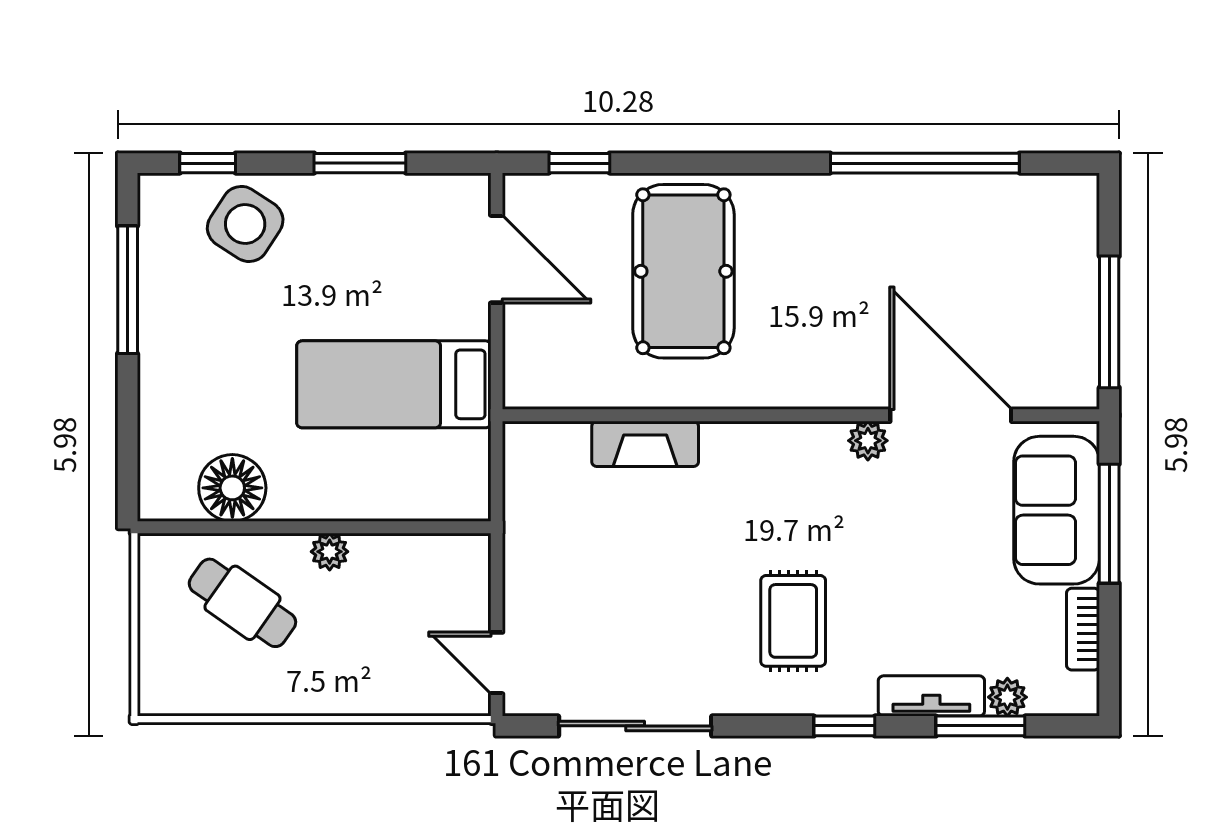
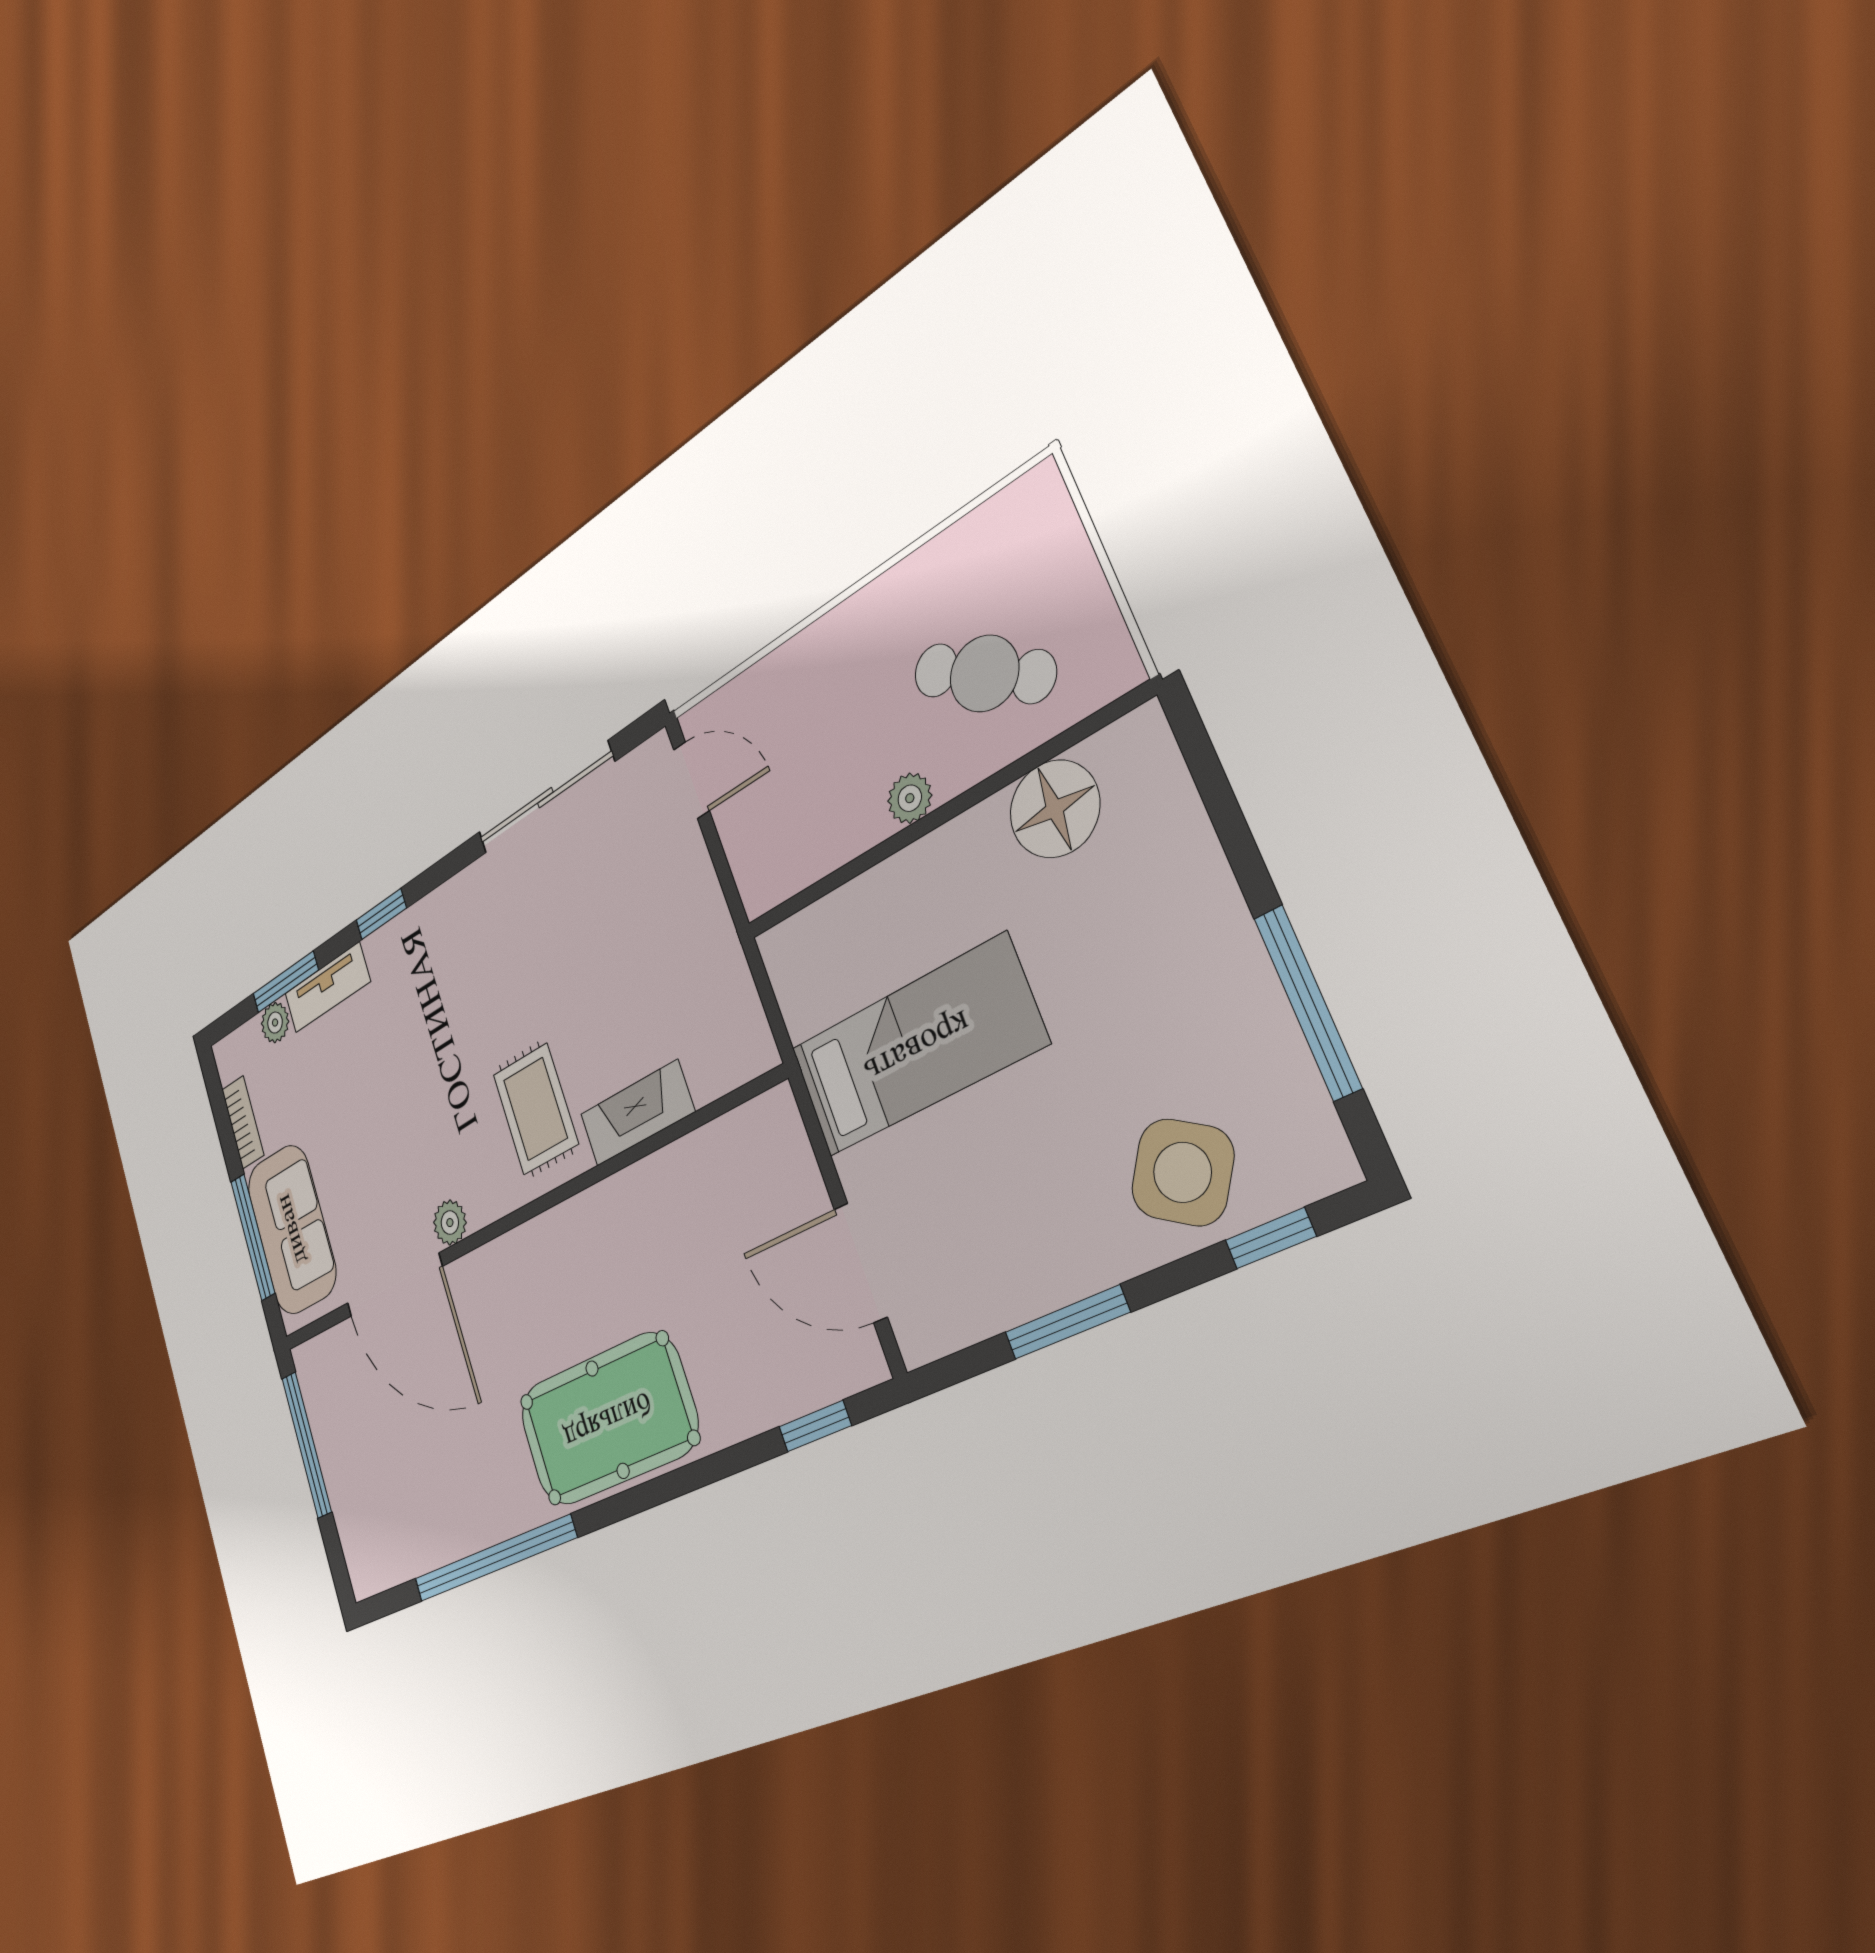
pool table: (683, 271) -> (607, 1419), moved, turned 90
rug: (793, 621) -> (535, 1109), moved

